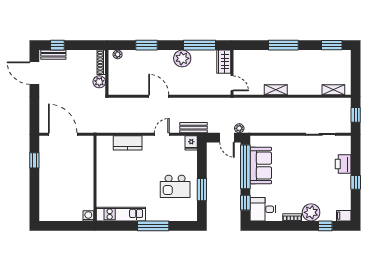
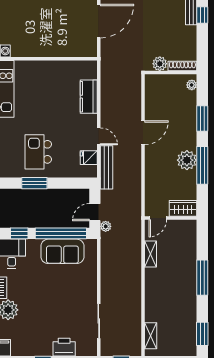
window: (200, 45) -> (202, 165), moved
shelving: (276, 90) -> (151, 254), moved
bench: (194, 128) -> (106, 167), width x1.36
fridge: (191, 143) -> (89, 158), moved

